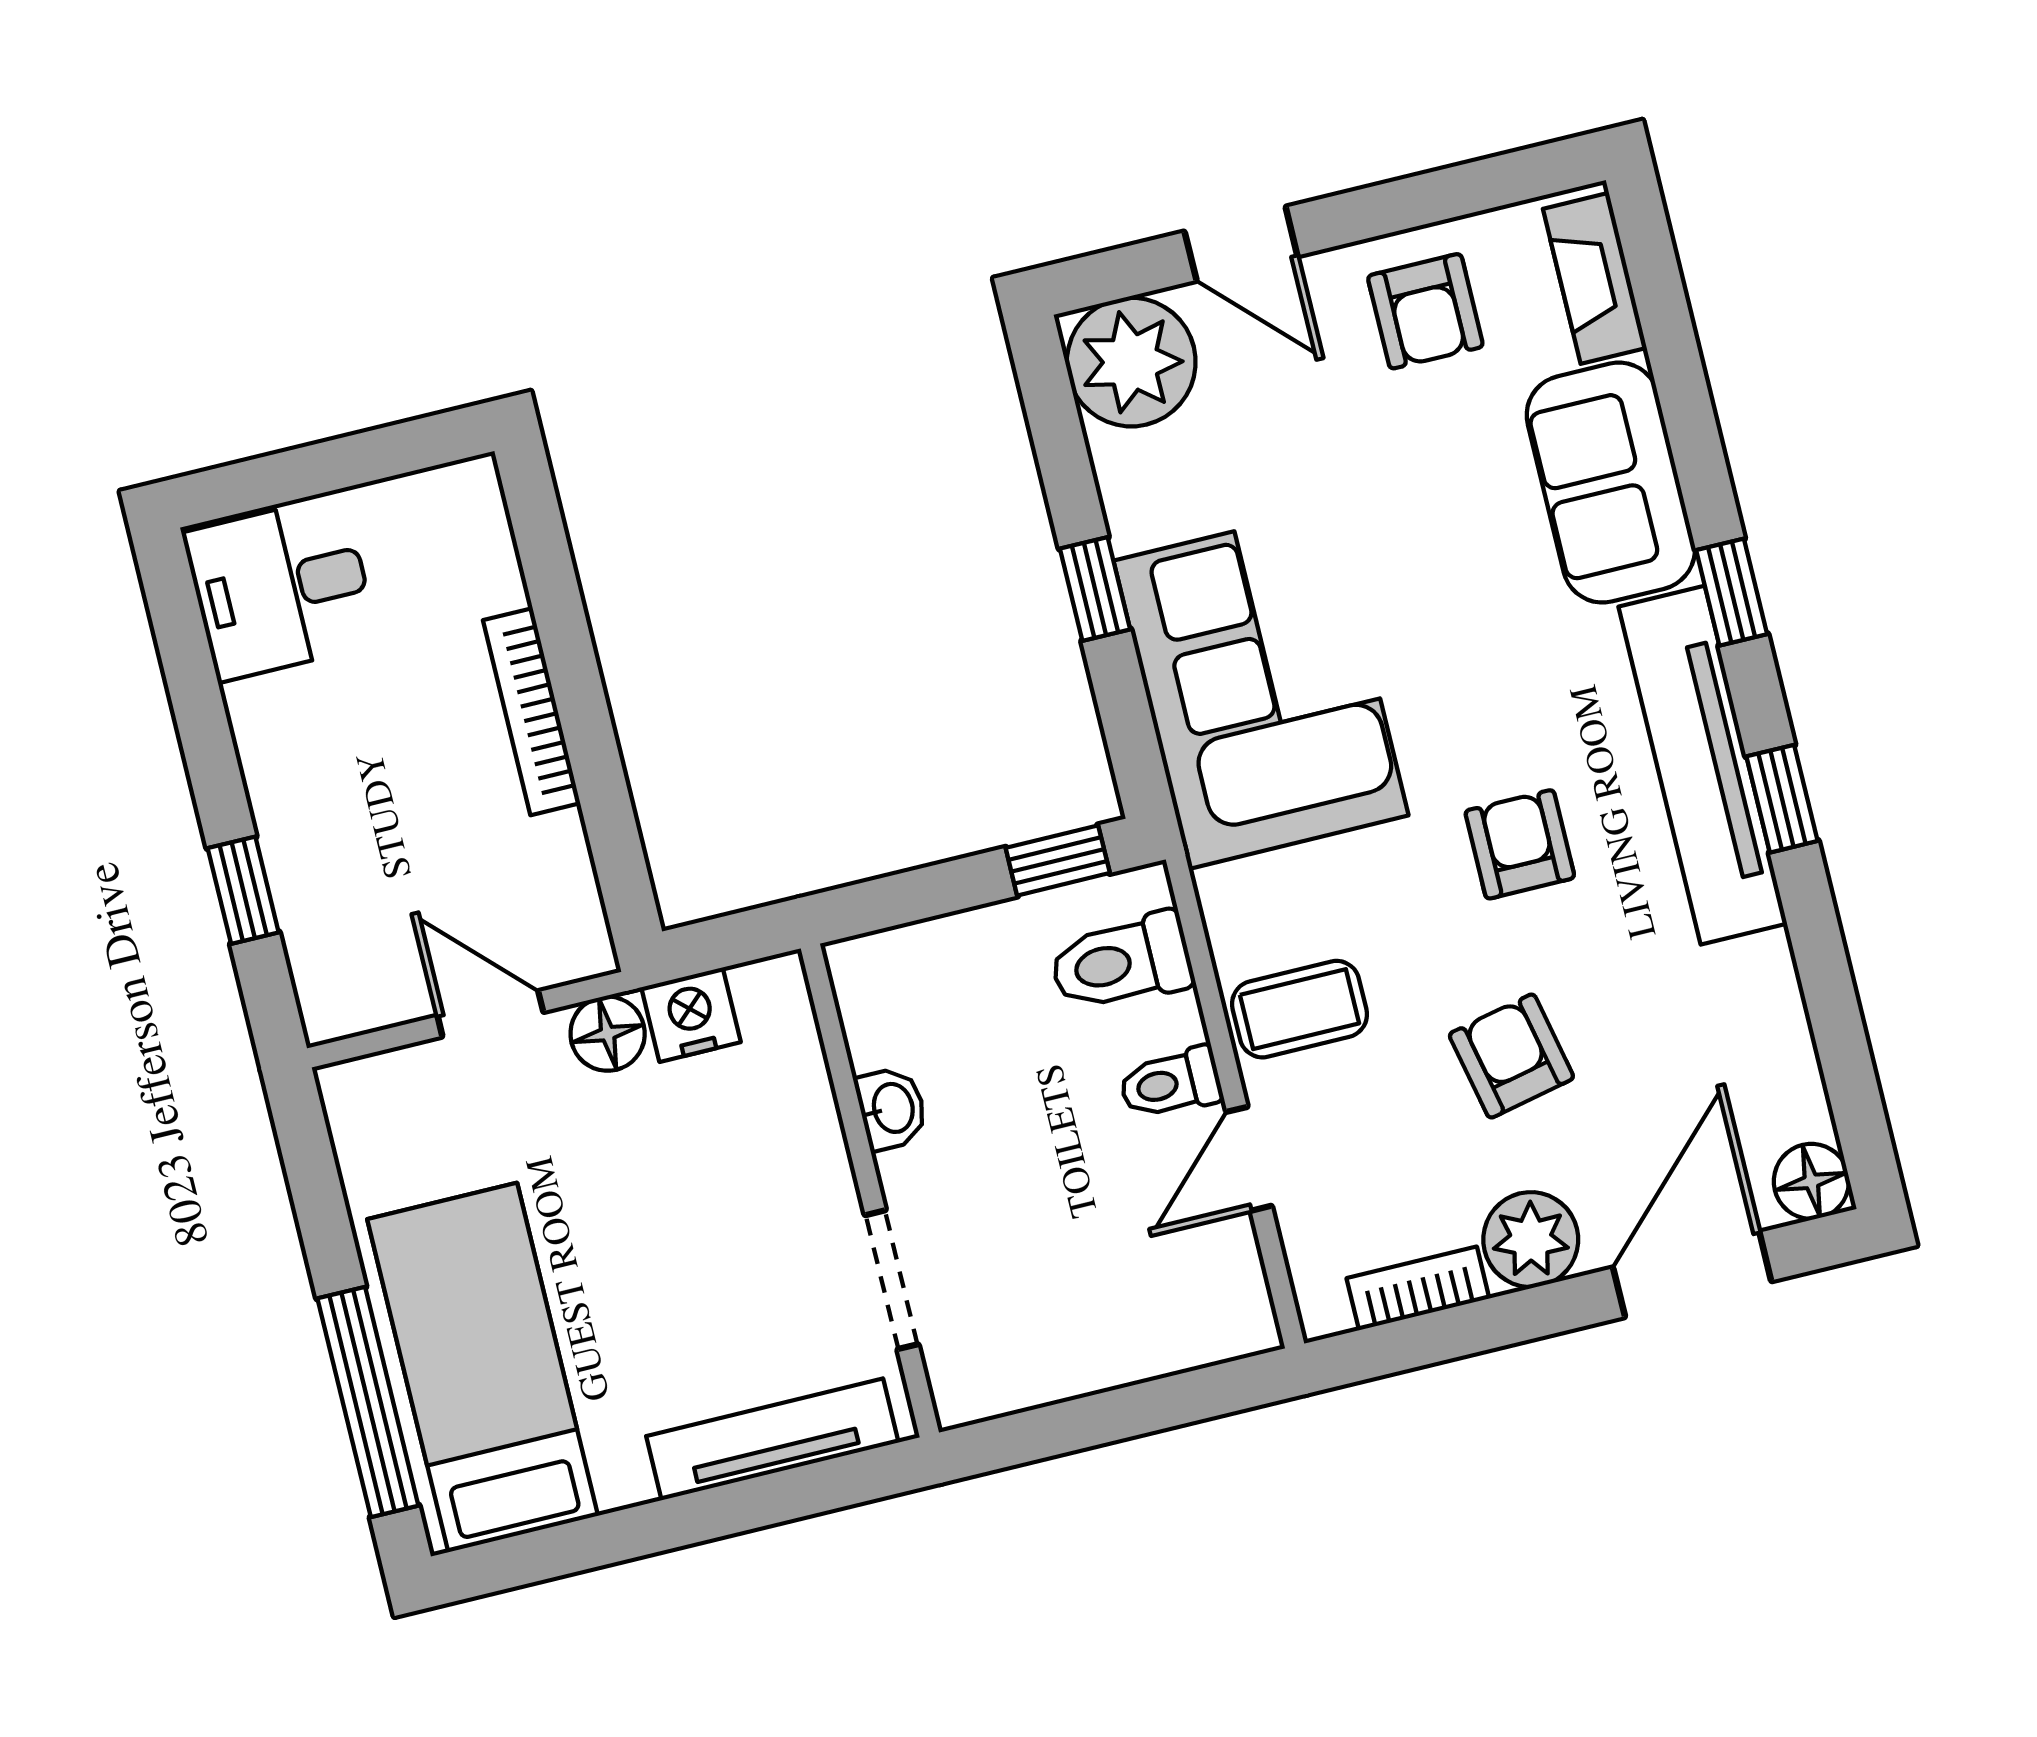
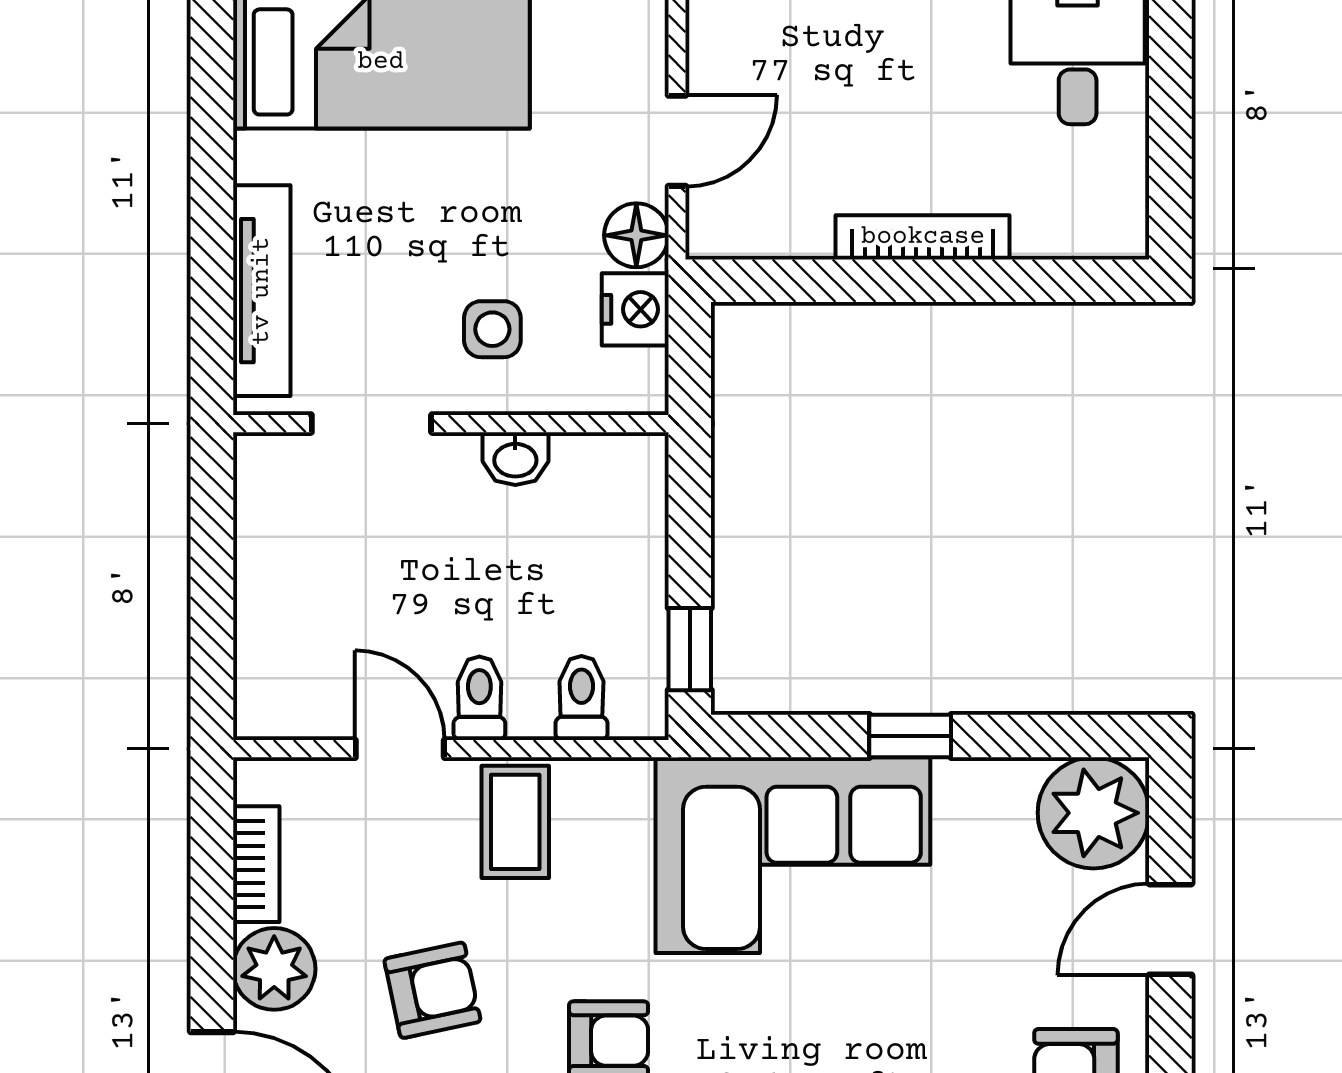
toilet: (1121, 962) -> (581, 698), width x0.73, depth x0.72
side table: (752, 1170) -> (492, 329), added

